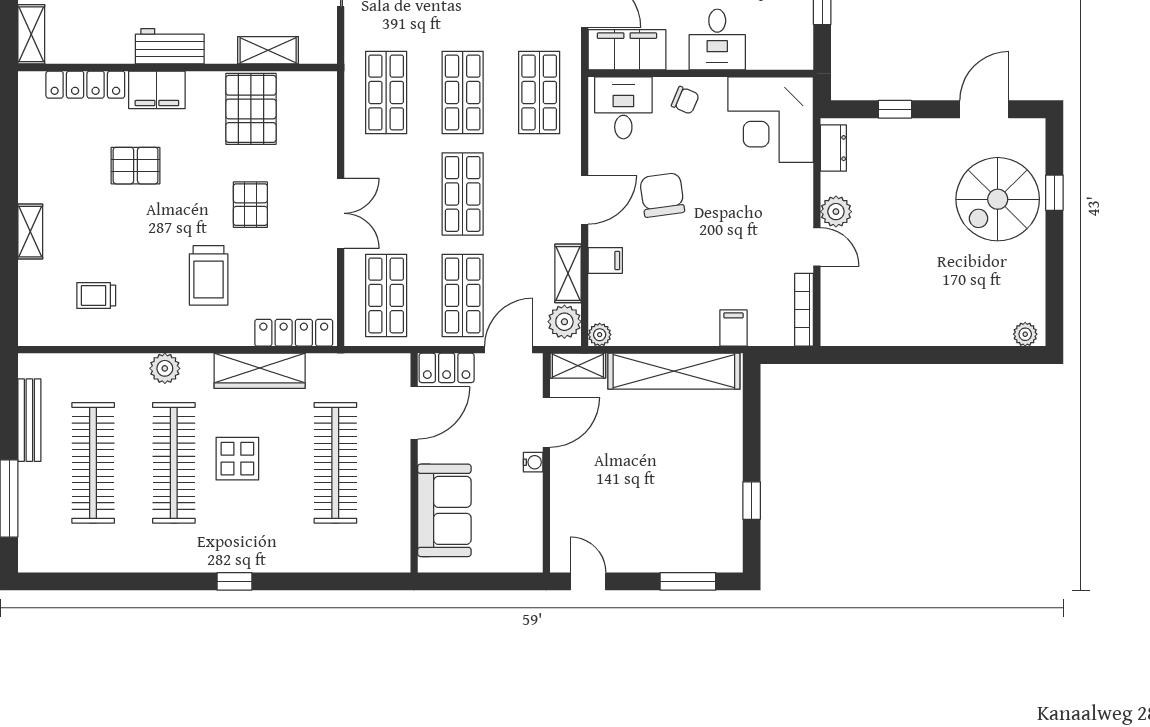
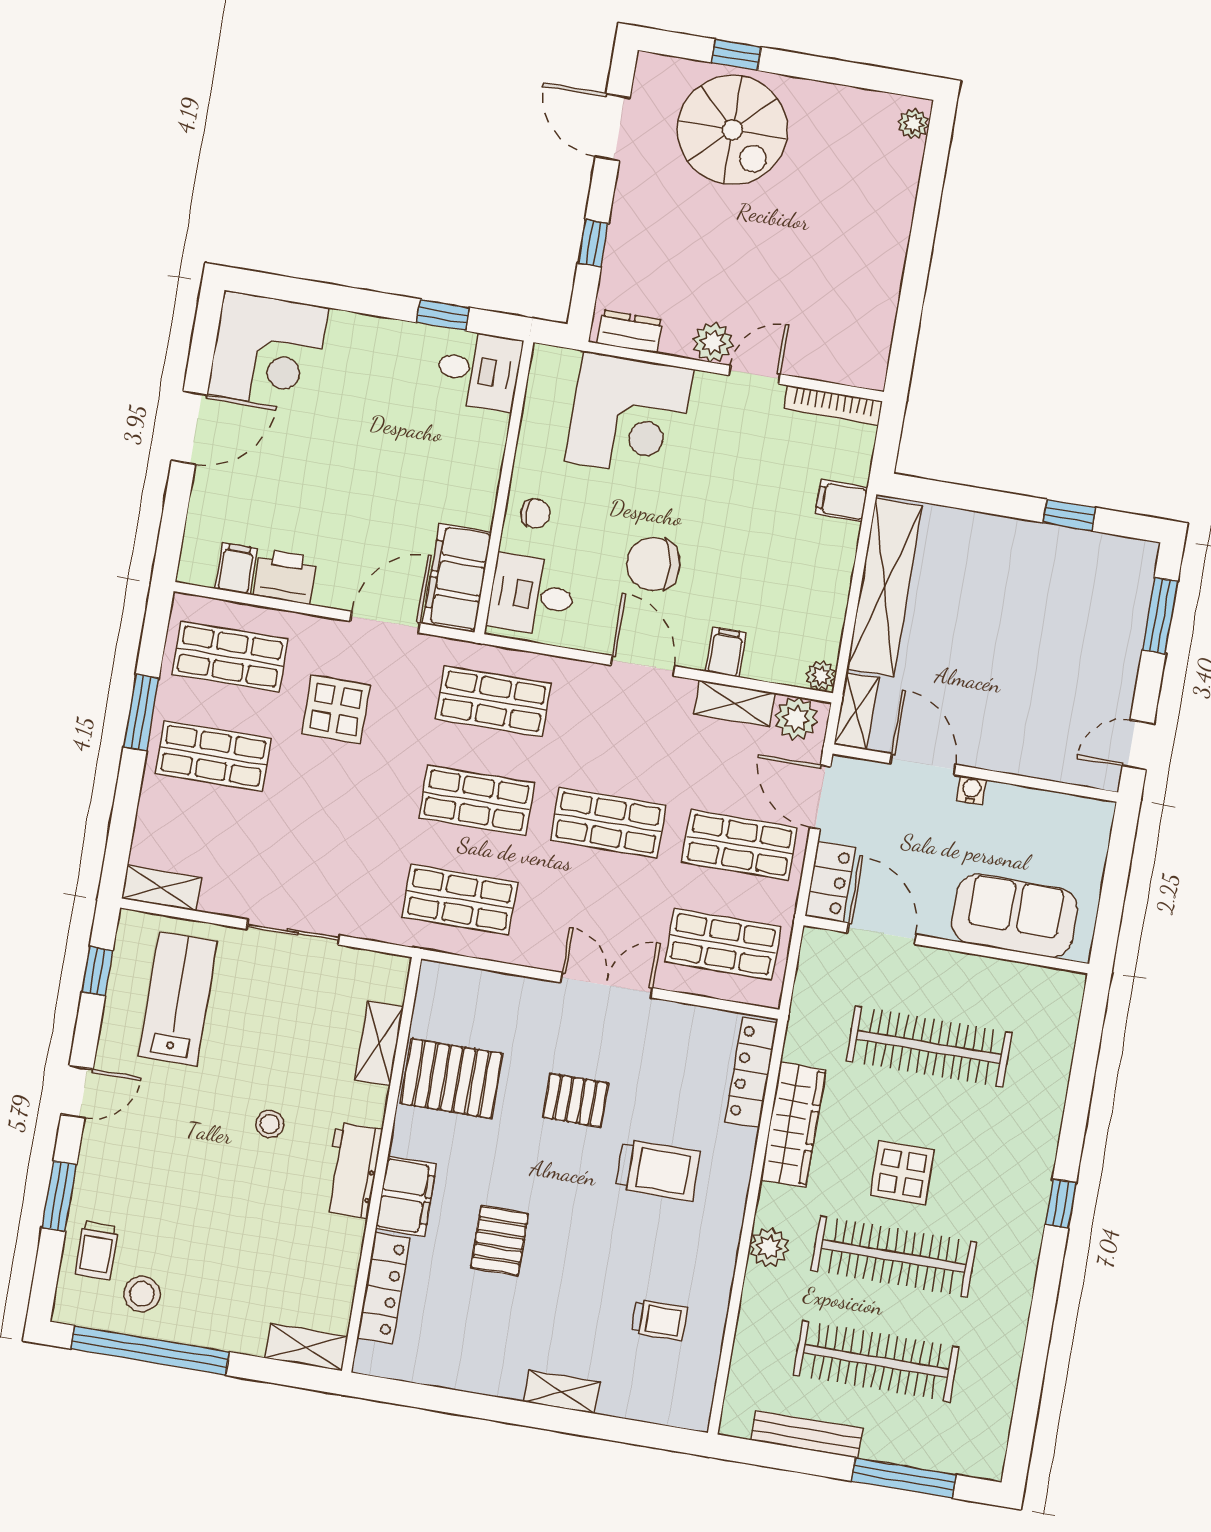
desk: (717, 39) -> (479, 370), moved
chair: (685, 100) -> (535, 513), turned 67
corner desk: (771, 120) -> (629, 415), moved
trolley: (96, 295) -> (659, 1320), turned -90

